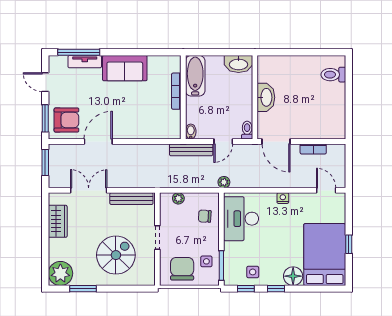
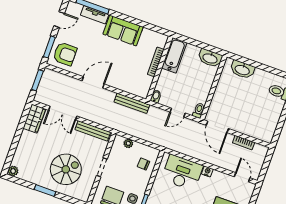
door: (45, 82) -> (59, 20), swing flipped
washbasin: (266, 97) -> (242, 70), moved, turned 90
door: (98, 141) -> (93, 82), moved
bench: (191, 150) -> (132, 103), moved
plant: (224, 182) -> (167, 143), removed
double door: (89, 190) -> (63, 113), swing flipped
desk: (241, 219) -> (182, 173), moved, turned 90
wardrobe: (58, 221) -> (34, 119), moved
plant: (60, 273) -> (13, 171), width x0.53, depth x0.53
window: (83, 289) -> (45, 191), moved

